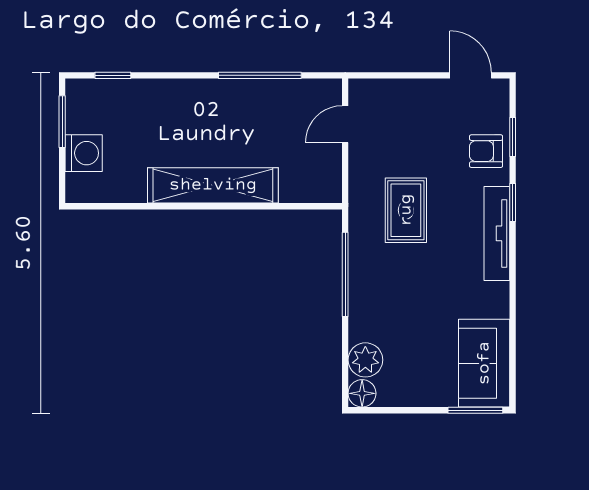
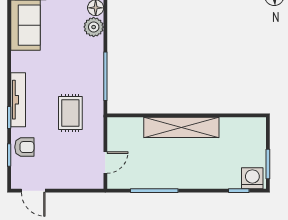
washing machine: (84, 153) -> (252, 178), moved, turned 90

